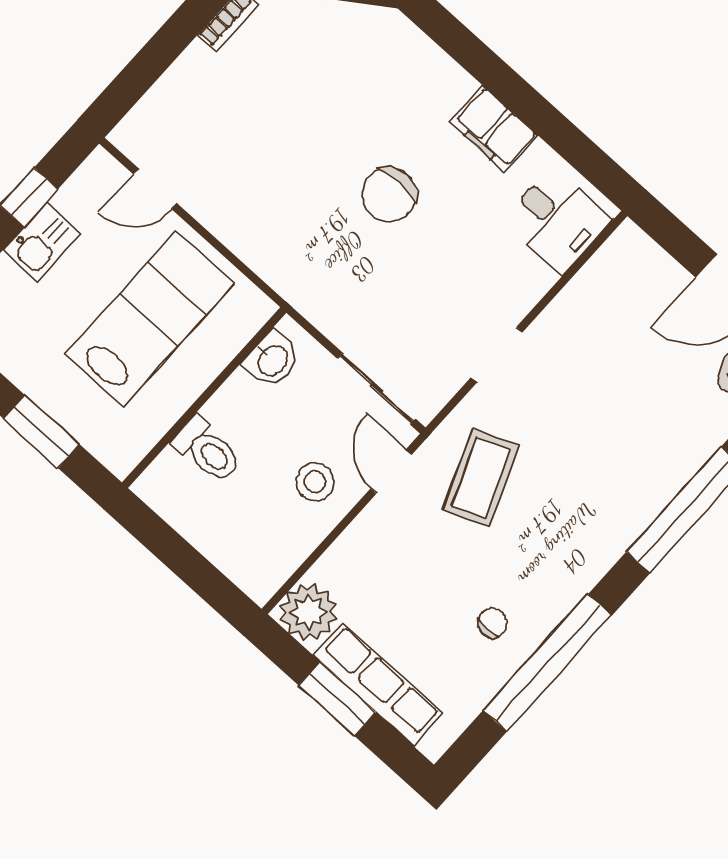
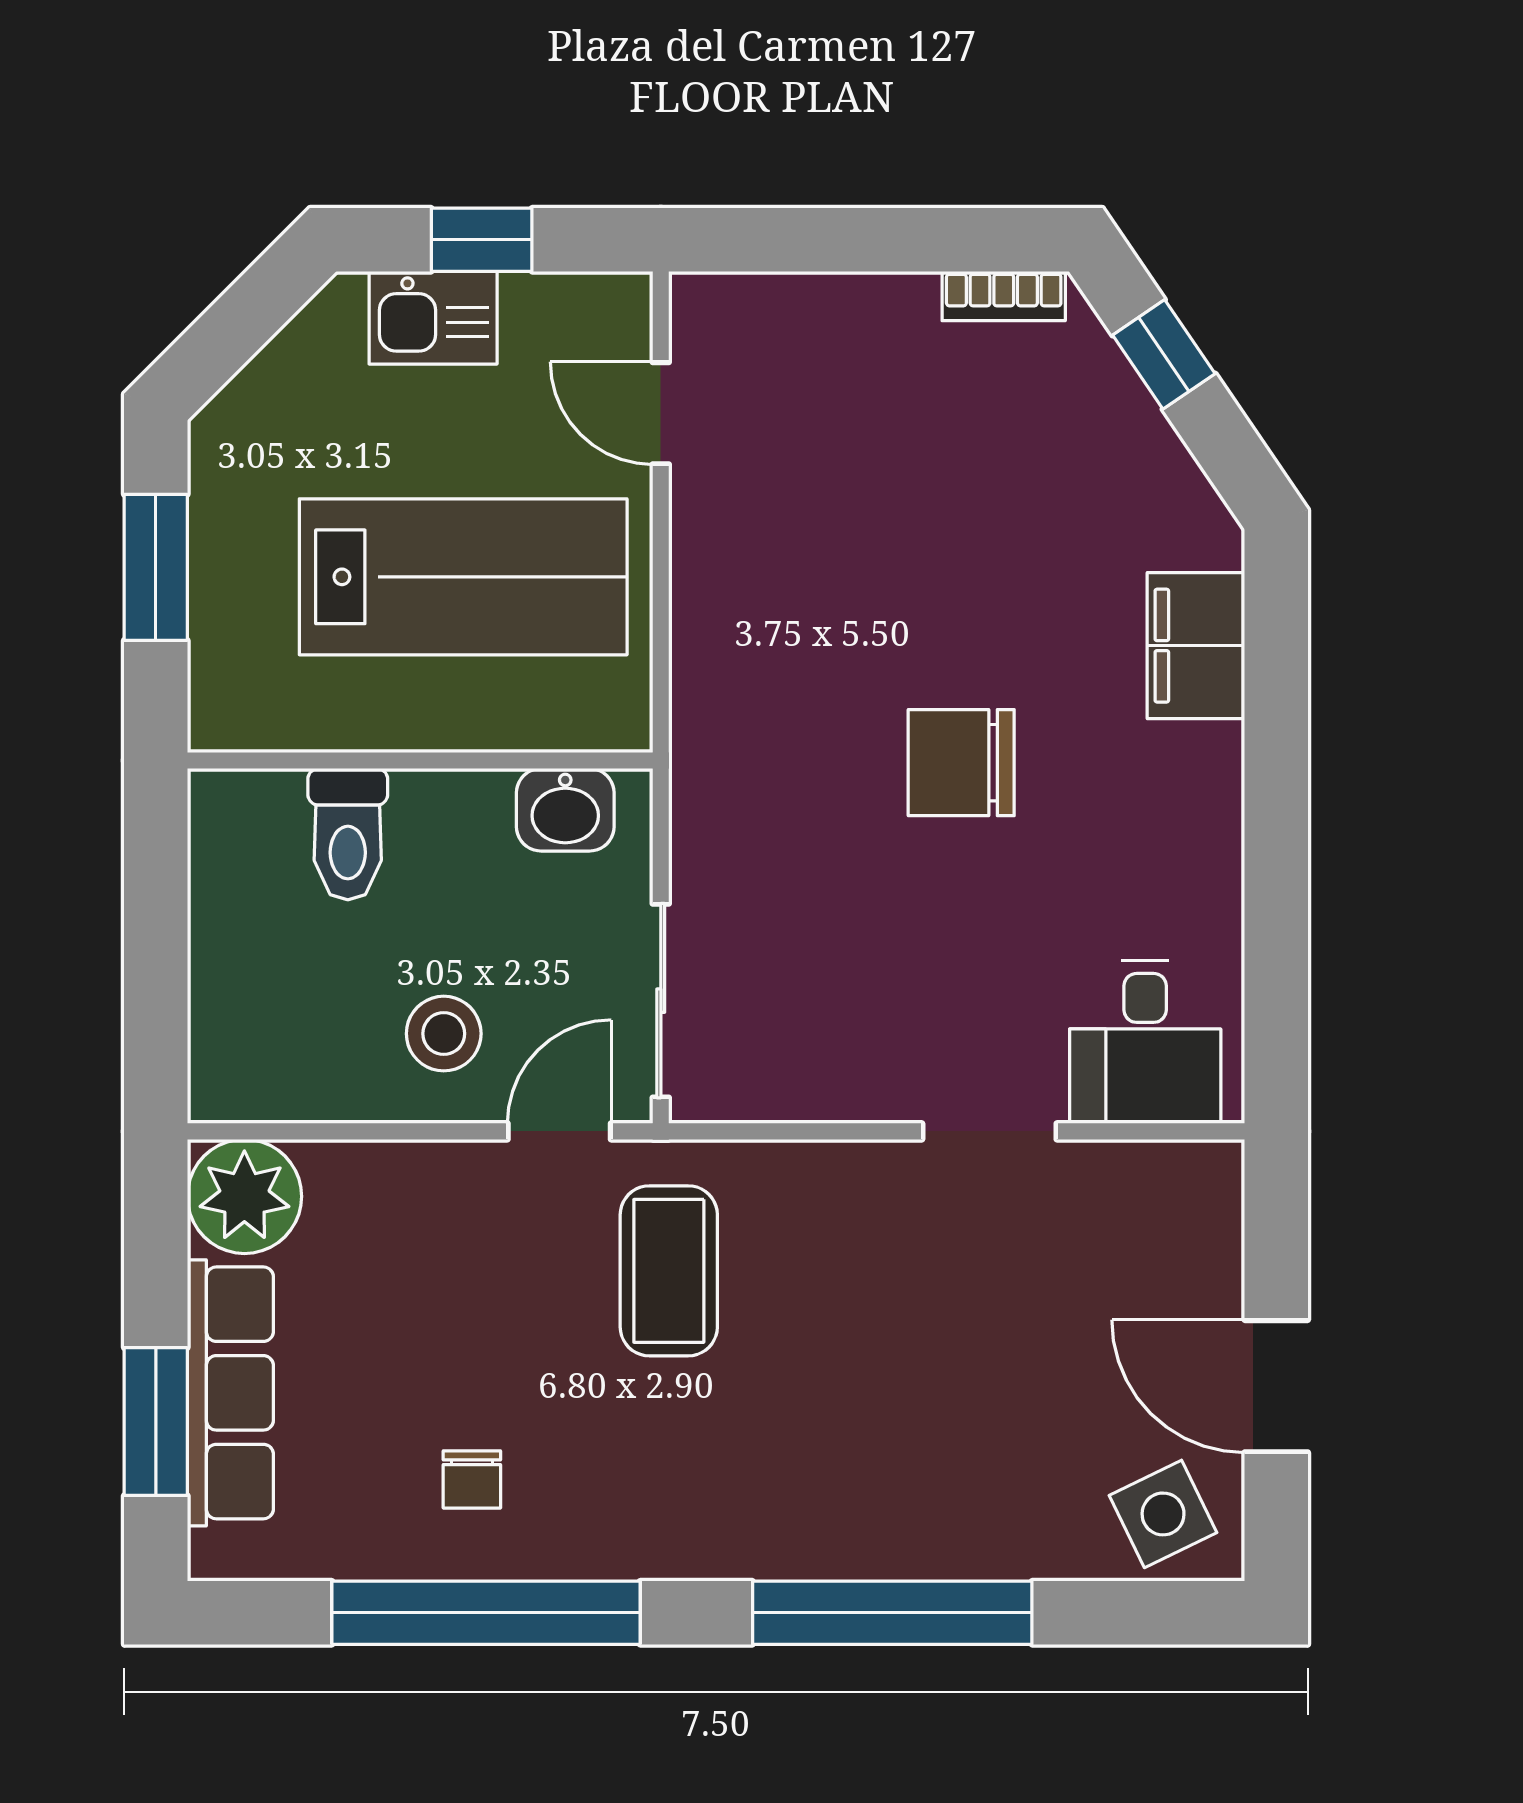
filing cabinet: (494, 129) -> (1196, 646), moved
doorway: (496, 355) -> (989, 1131), moved
coffee table: (481, 478) -> (669, 1271), turned -68
chair: (493, 623) -> (472, 1479), turned 90
window: (337, 699) -> (156, 1422), moved

